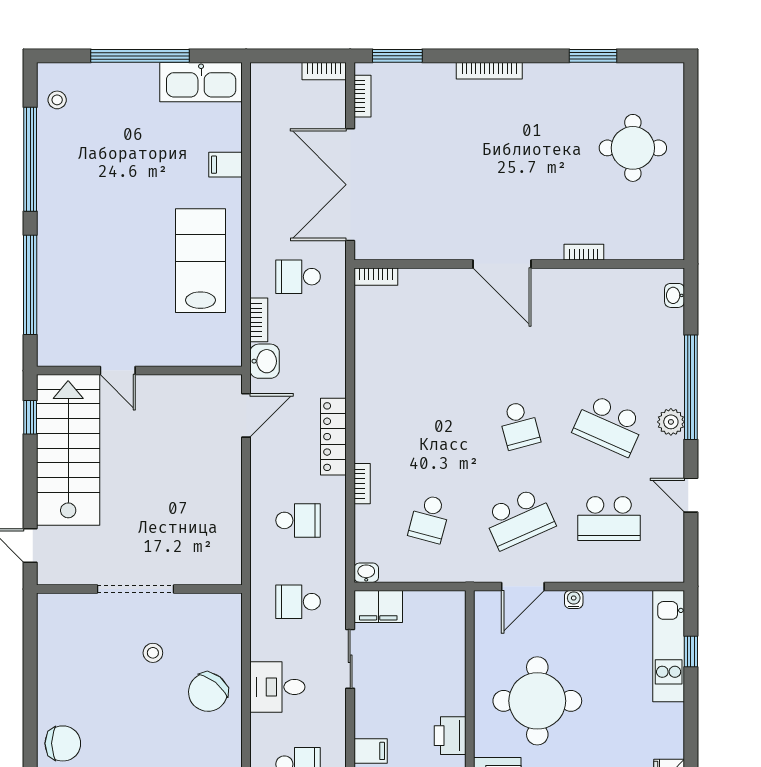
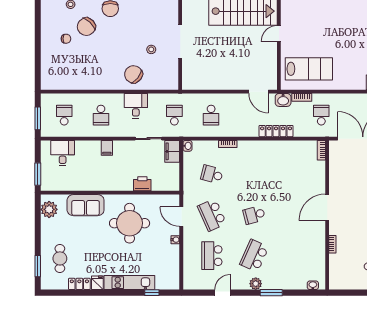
lab bench: (200, 261) -> (309, 69), moved
window: (691, 387) -> (271, 293), width x0.47
locker: (333, 437) -> (276, 131), moved
kitchen unit: (669, 646) -> (129, 283), moved
printer: (450, 736) -> (142, 184), moved

